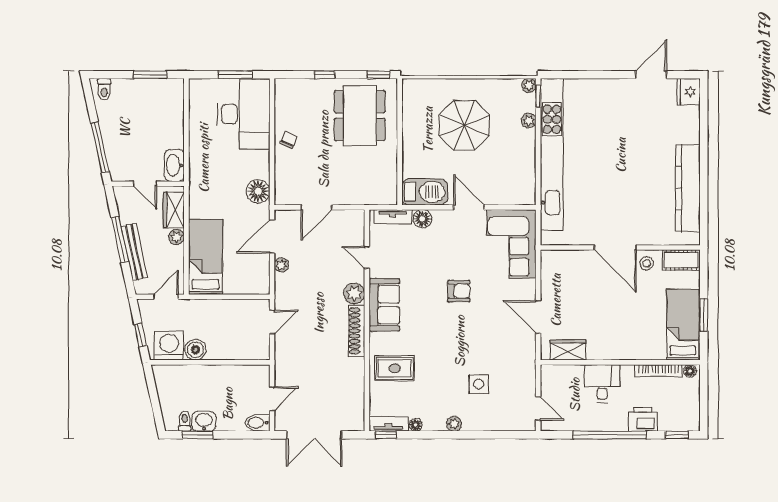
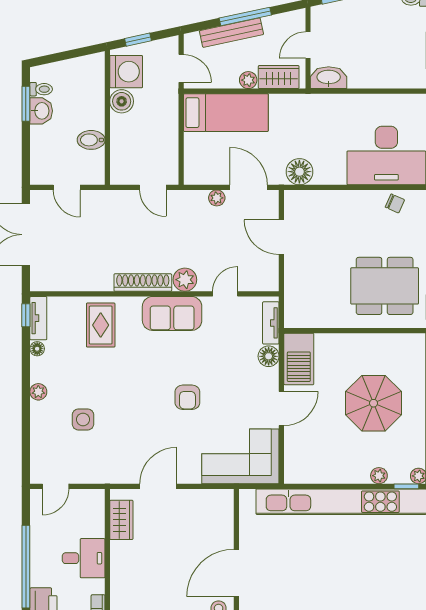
chair: (289, 140) -> (395, 203), moved
bidet: (258, 423) -> (91, 140), moved, turned -90

